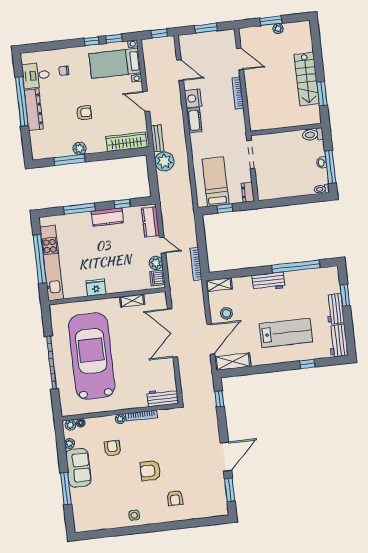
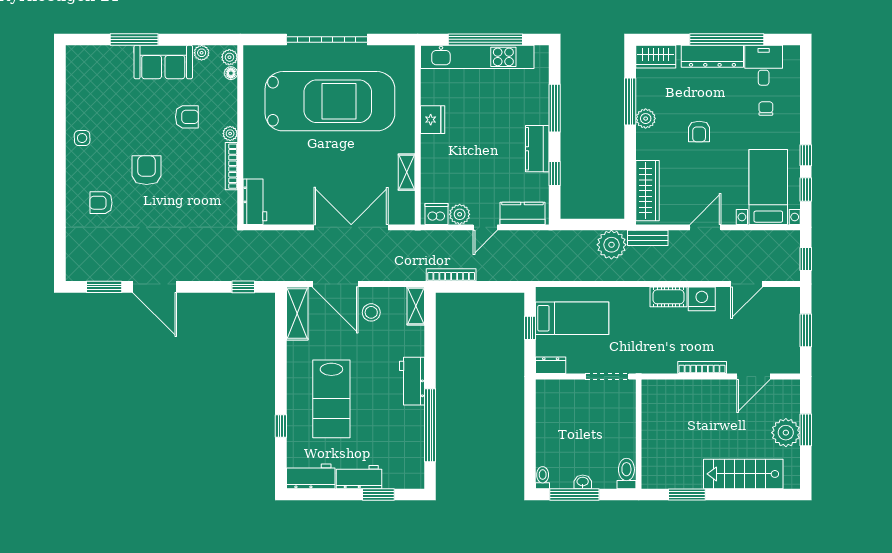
plant: (278, 29) -> (786, 433), width x1.87, depth x1.87
stairs: (307, 79) -> (743, 474), moved
wardrobe: (38, 147) -> (656, 57), added

